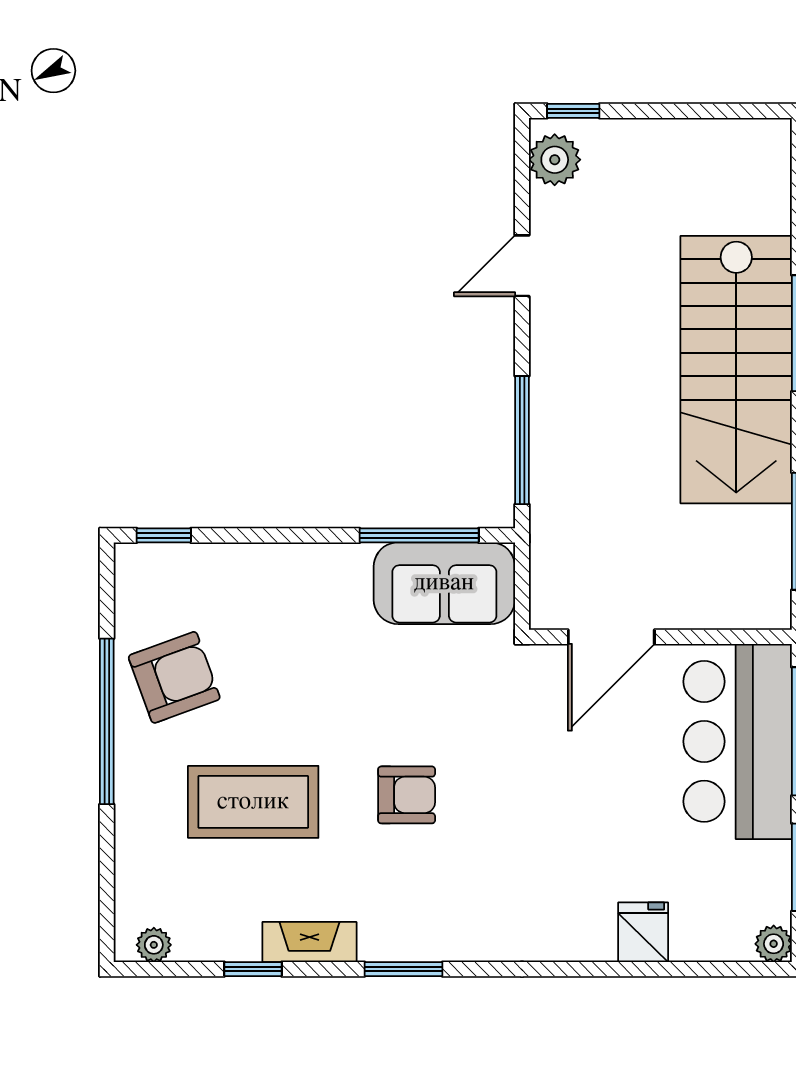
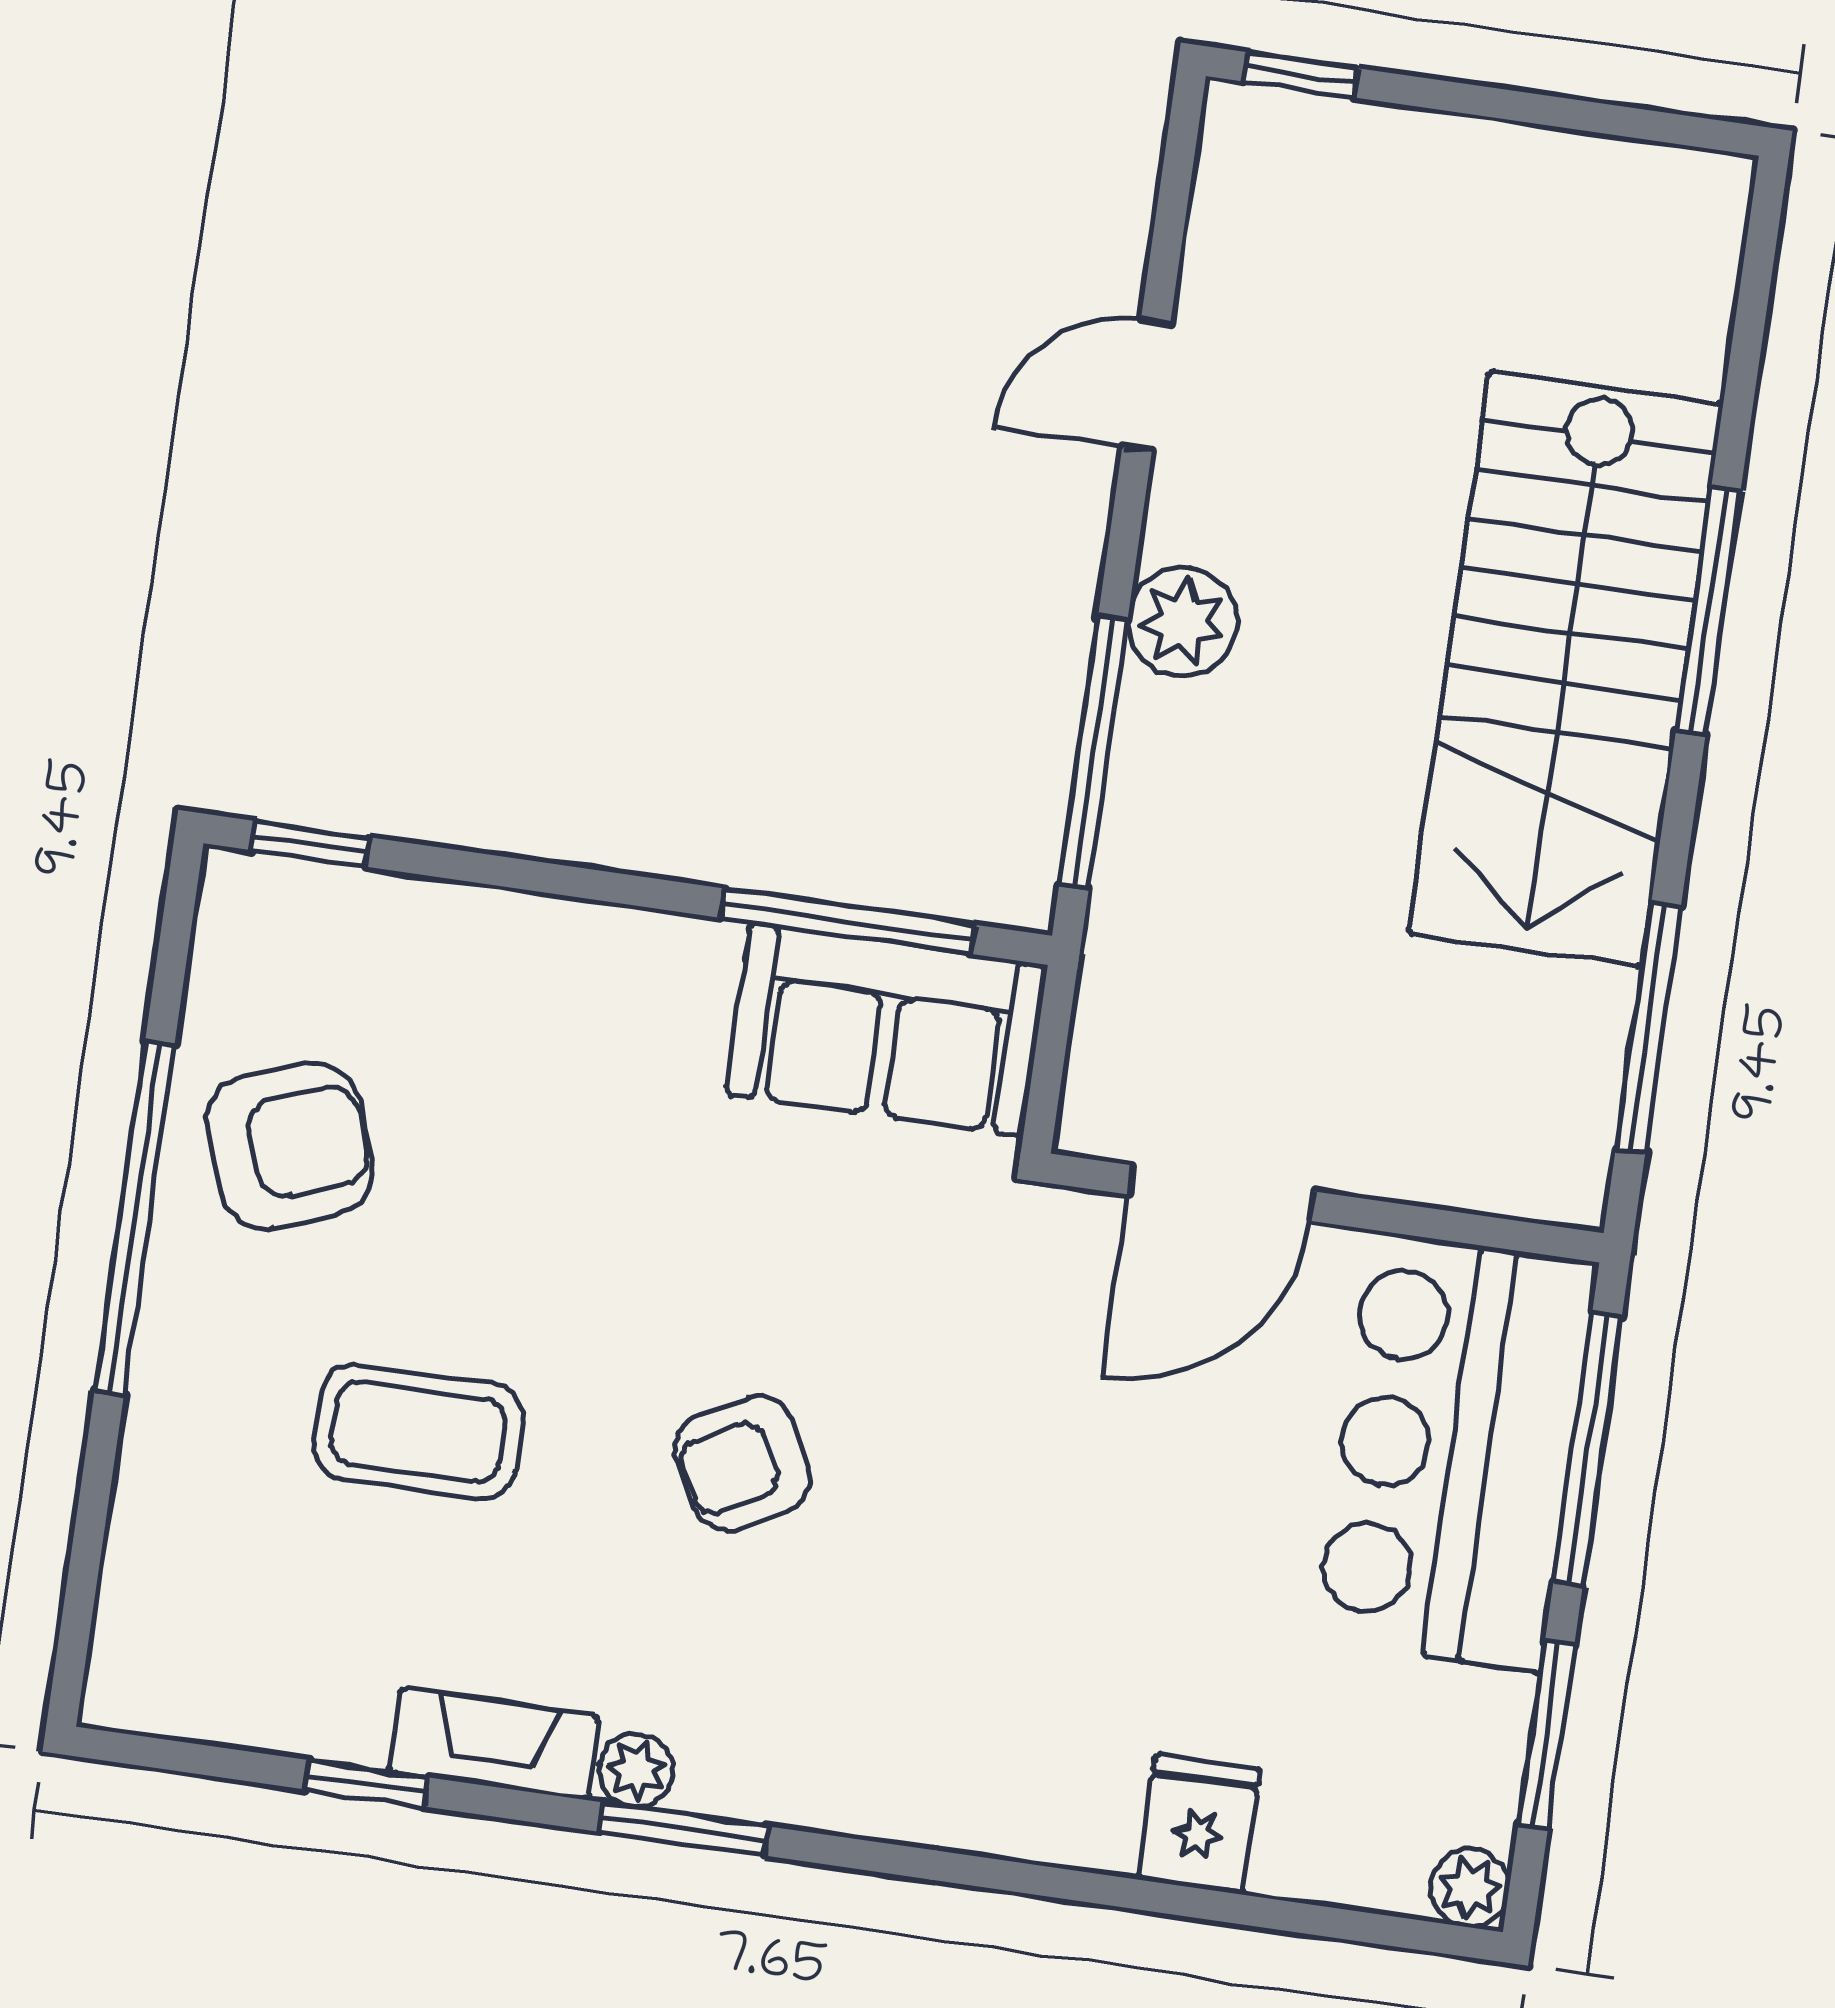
plant: (555, 160) -> (1182, 622), moved
armchair: (407, 795) -> (743, 1463), turned 152
coffee table: (253, 802) -> (418, 1432), width x0.73, depth x0.76
plant: (154, 945) -> (636, 1770), moved

